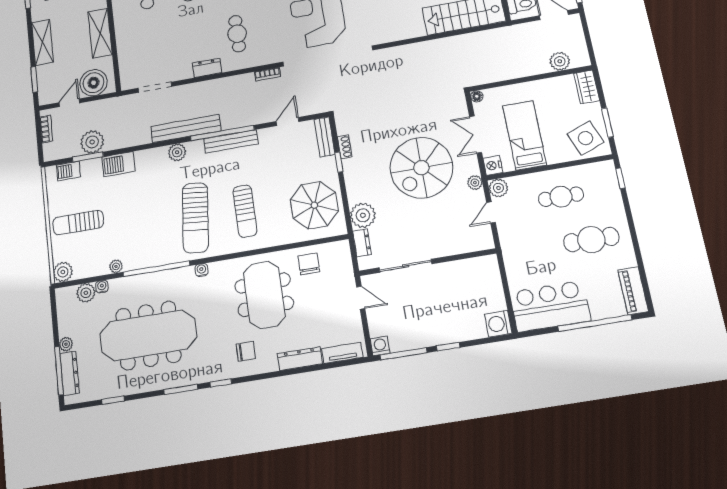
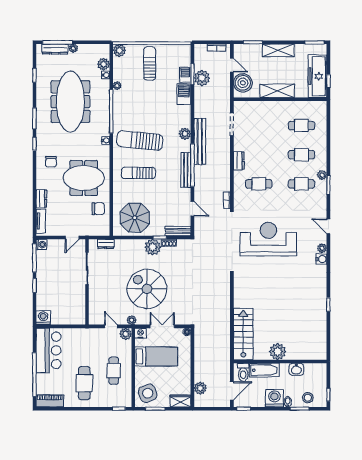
barbecue: (68, 171) -> (185, 75), moved
plant: (363, 215) -> (153, 247), moved
dresser: (300, 359) -> (41, 199), width x0.70

